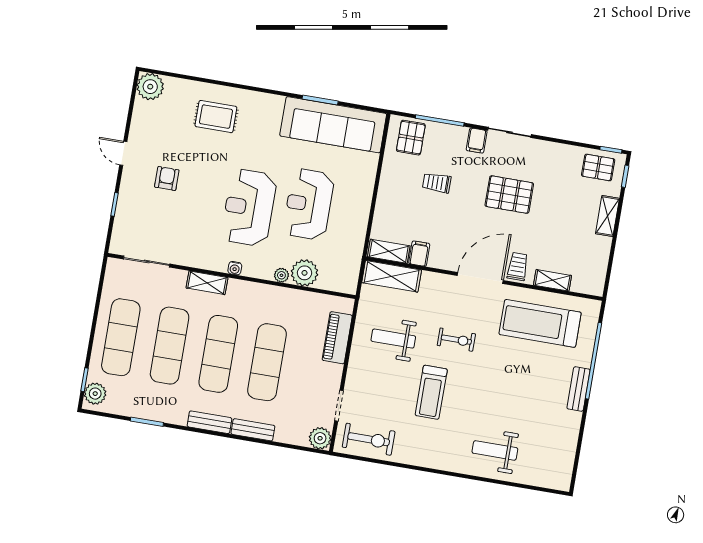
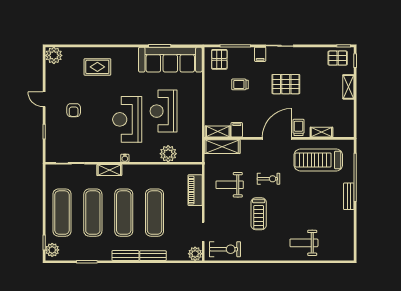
armchair: (167, 178) -> (74, 110), turned 180
plant: (281, 275) -> (154, 158), removed

